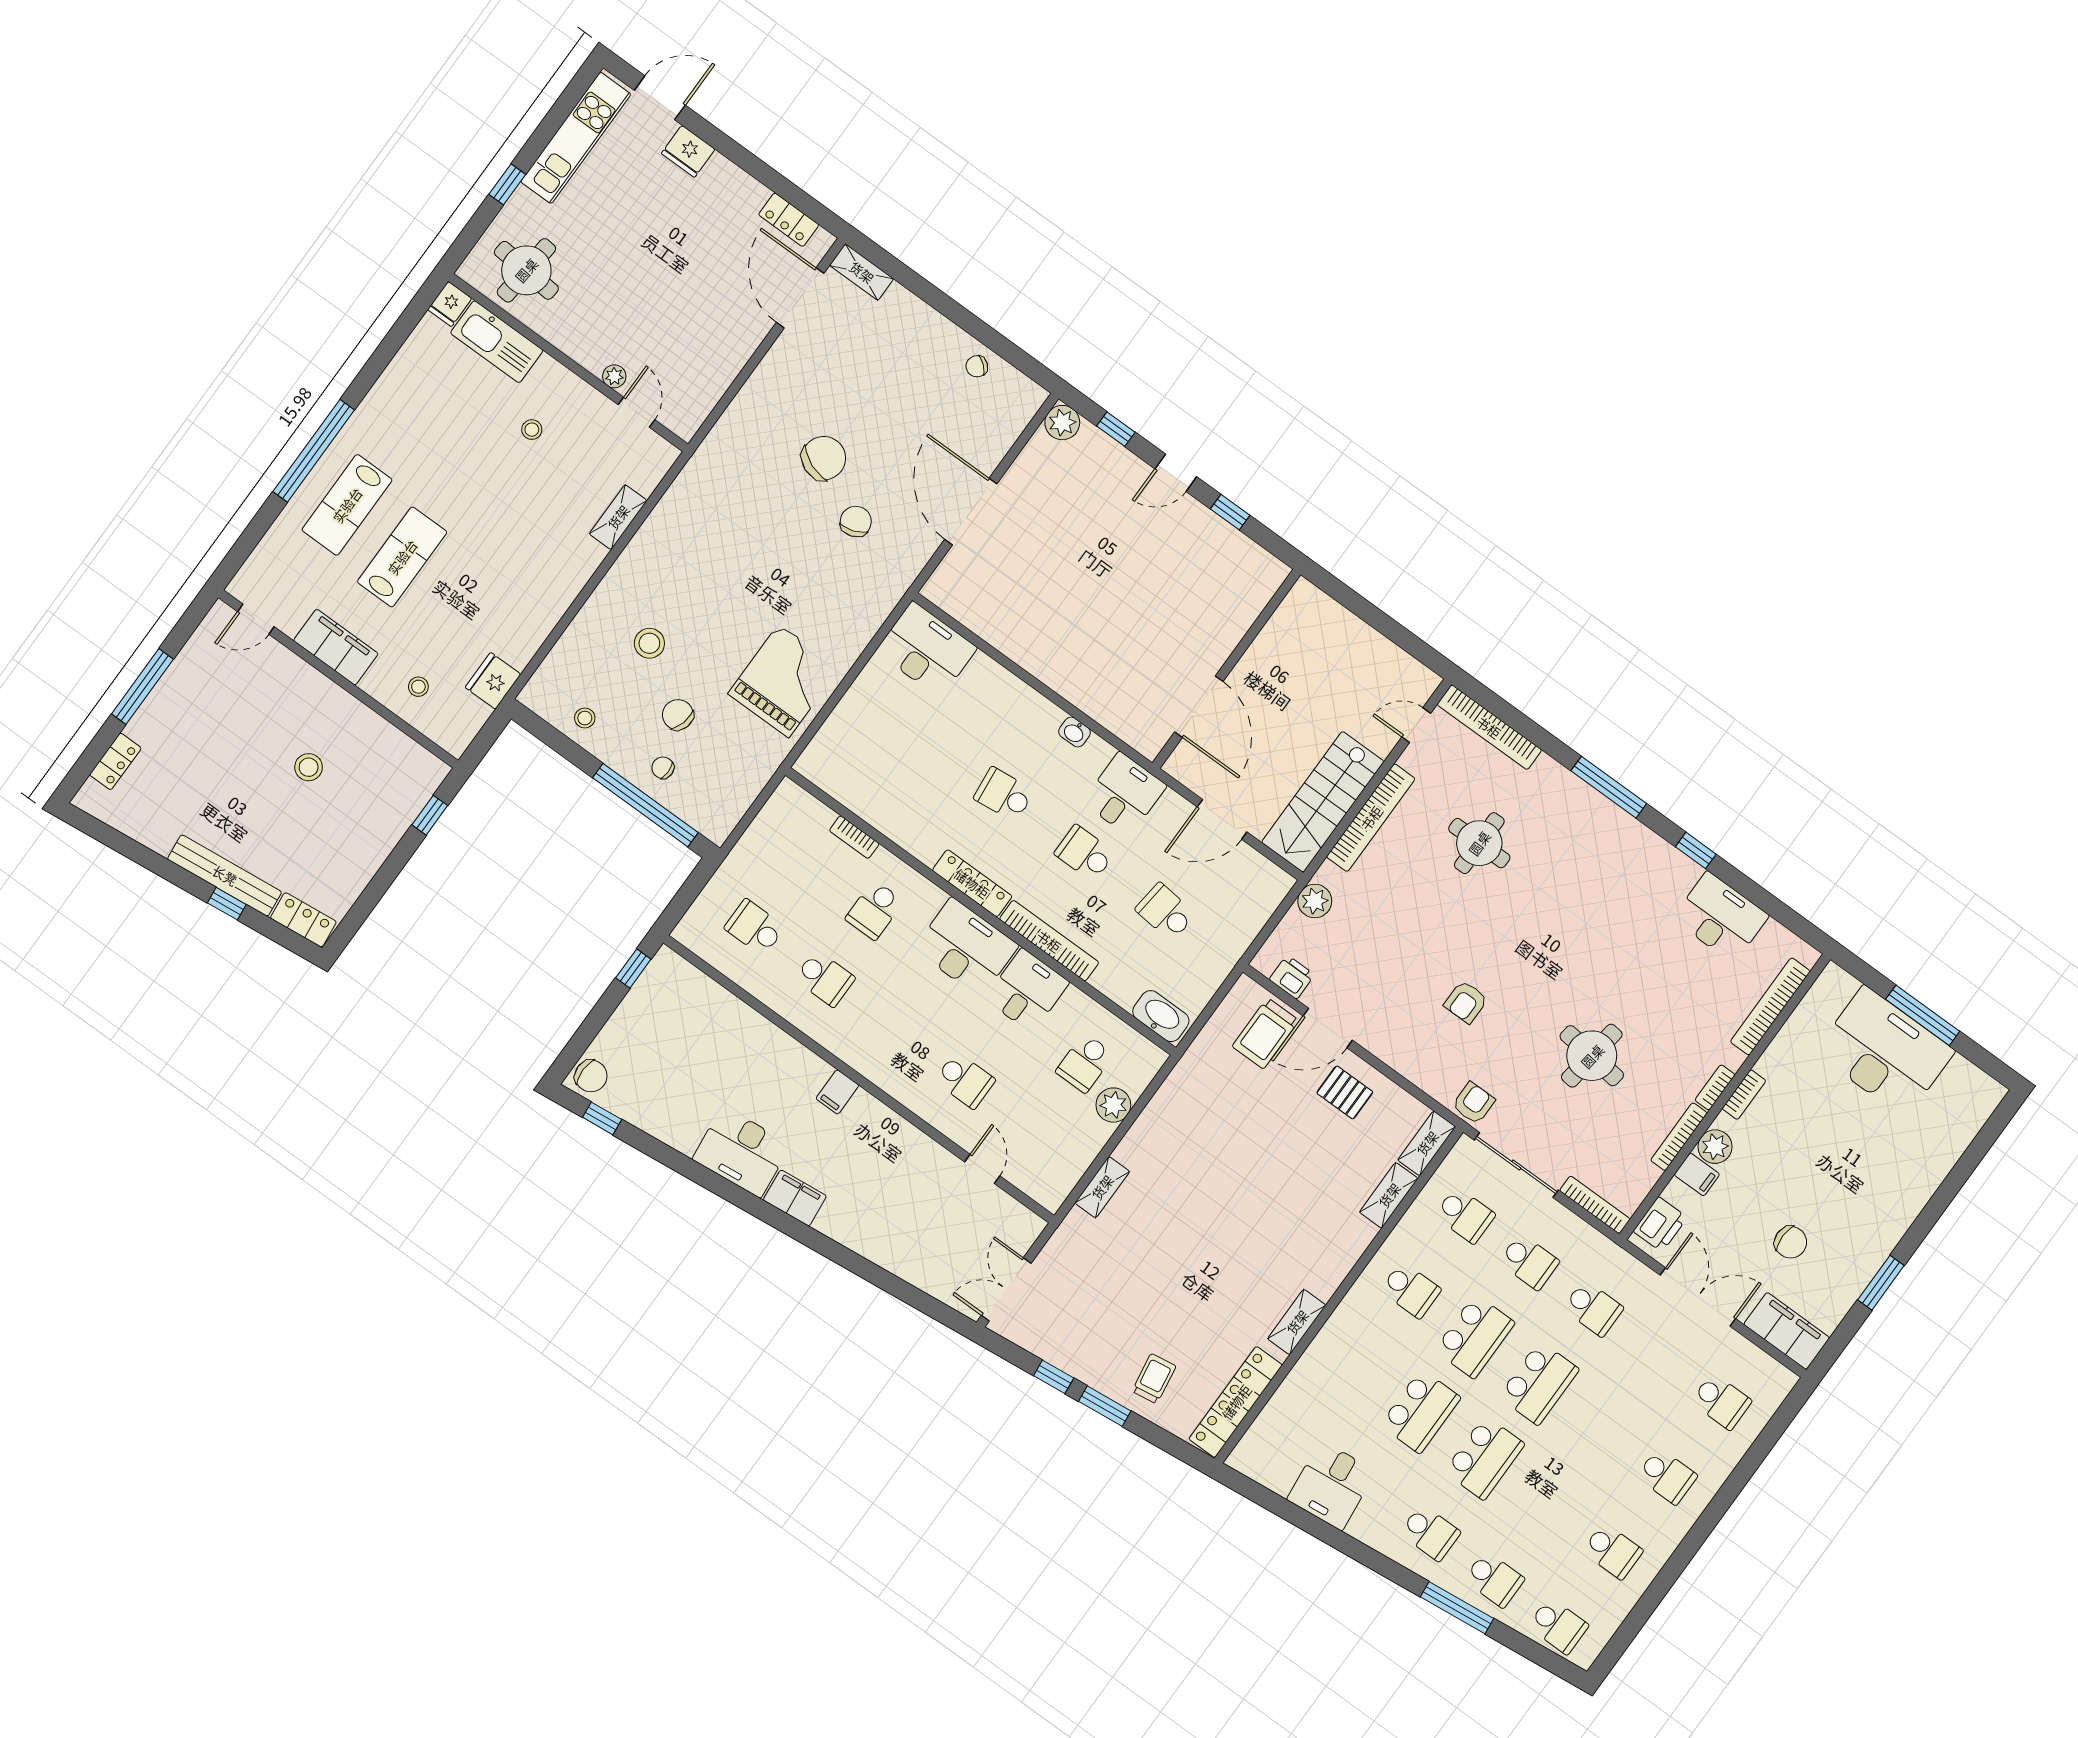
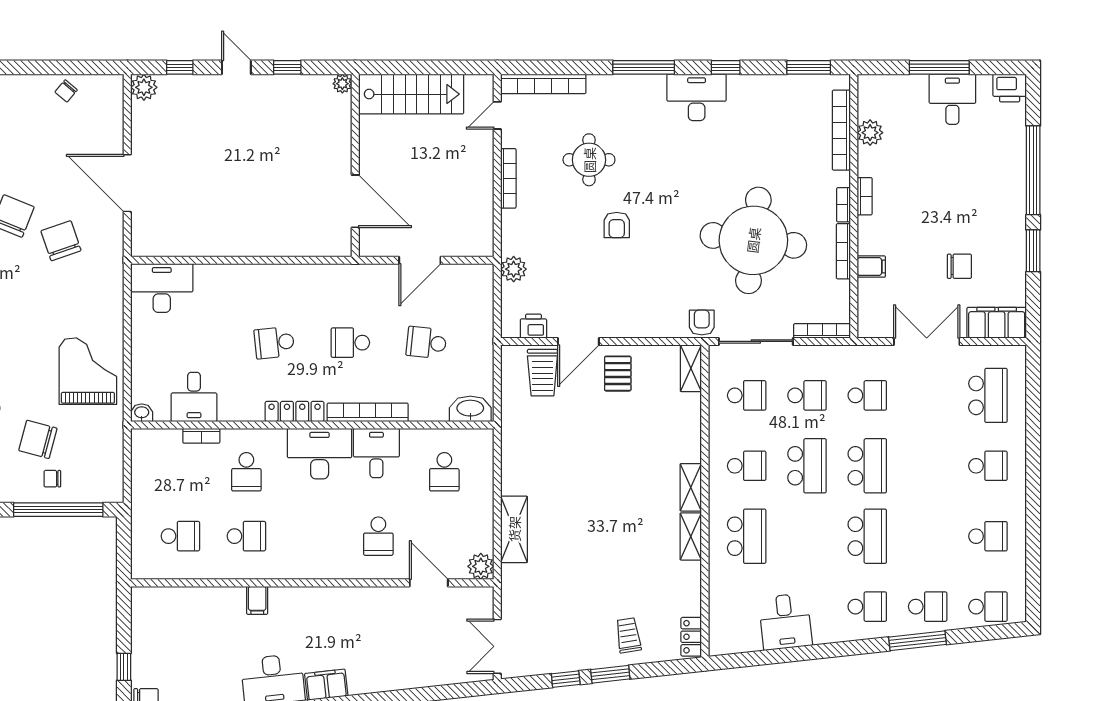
door: (1176, 473) -> (236, 67), swing flipped
chair: (856, 521) -> (61, 241), width x1.37, depth x1.37
plant: (1276, 572) -> (342, 84), added
chair: (678, 715) -> (38, 439), width x1.37, depth x1.37
washbasin: (1075, 732) -> (142, 413), moved, turned 180
desk: (1124, 794) -> (194, 397), moved, turned 180
stairs: (1323, 802) -> (411, 94), moved, turned -90
bookcase: (1371, 818) -> (508, 178), width x0.68, depth x0.76
window: (1784, 915) -> (809, 67), added
desk: (1721, 917) -> (697, 97), moved
school desk: (755, 928) -> (180, 536), turned 180
window: (633, 969) -> (124, 667), moved
armchair: (1466, 1002) -> (617, 225), moved
desk: (1885, 1052) -> (952, 99), width x0.53, depth x0.77
round table: (1592, 1056) -> (753, 240), width x1.86, depth x1.86
school desk: (965, 1080) -> (378, 536), turned 90
filing cabinet: (837, 1092) -> (257, 600), moved
pallet: (1345, 1092) -> (618, 374), turned 90
plant: (1113, 1105) -> (481, 566), moved
plant: (1715, 1147) -> (870, 133), moved
door: (982, 1169) -> (429, 583), width x1.37
shelving: (1102, 1187) -> (514, 529), width x1.50, depth x1.33
shelving: (1389, 1195) -> (691, 487), moved
window: (1943, 1197) -> (1033, 170), added
printer: (1660, 1224) -> (1010, 88), moved, turned 90
school desk: (1721, 1401) -> (988, 395), width x1.85
locker: (1236, 1402) -> (691, 637), width x0.46, depth x0.83
school desk: (1420, 1411) -> (747, 536), moved

